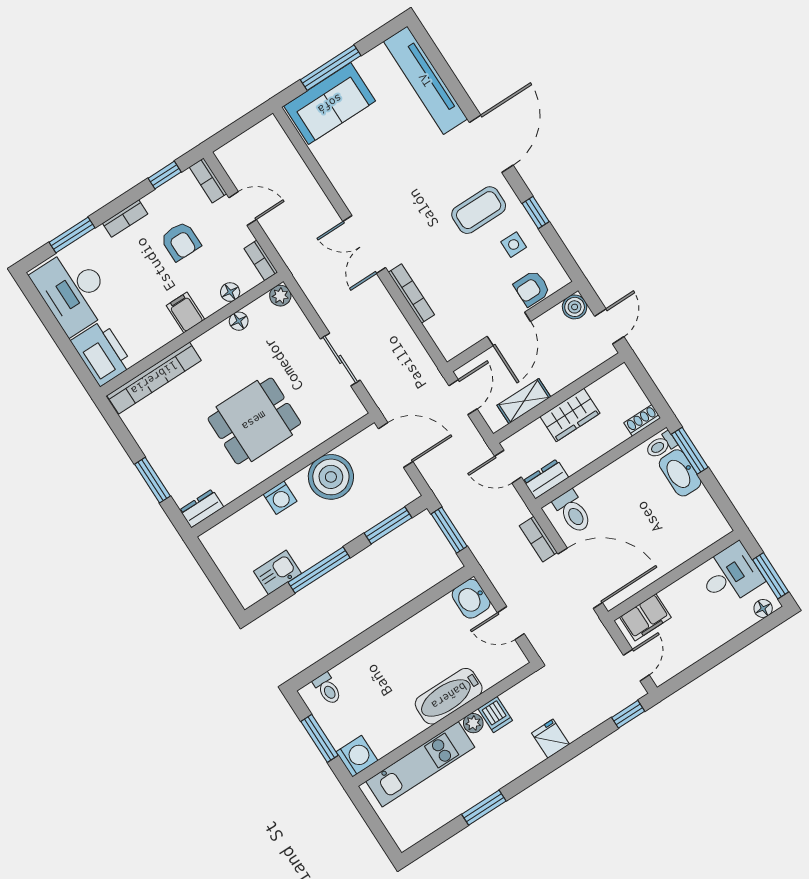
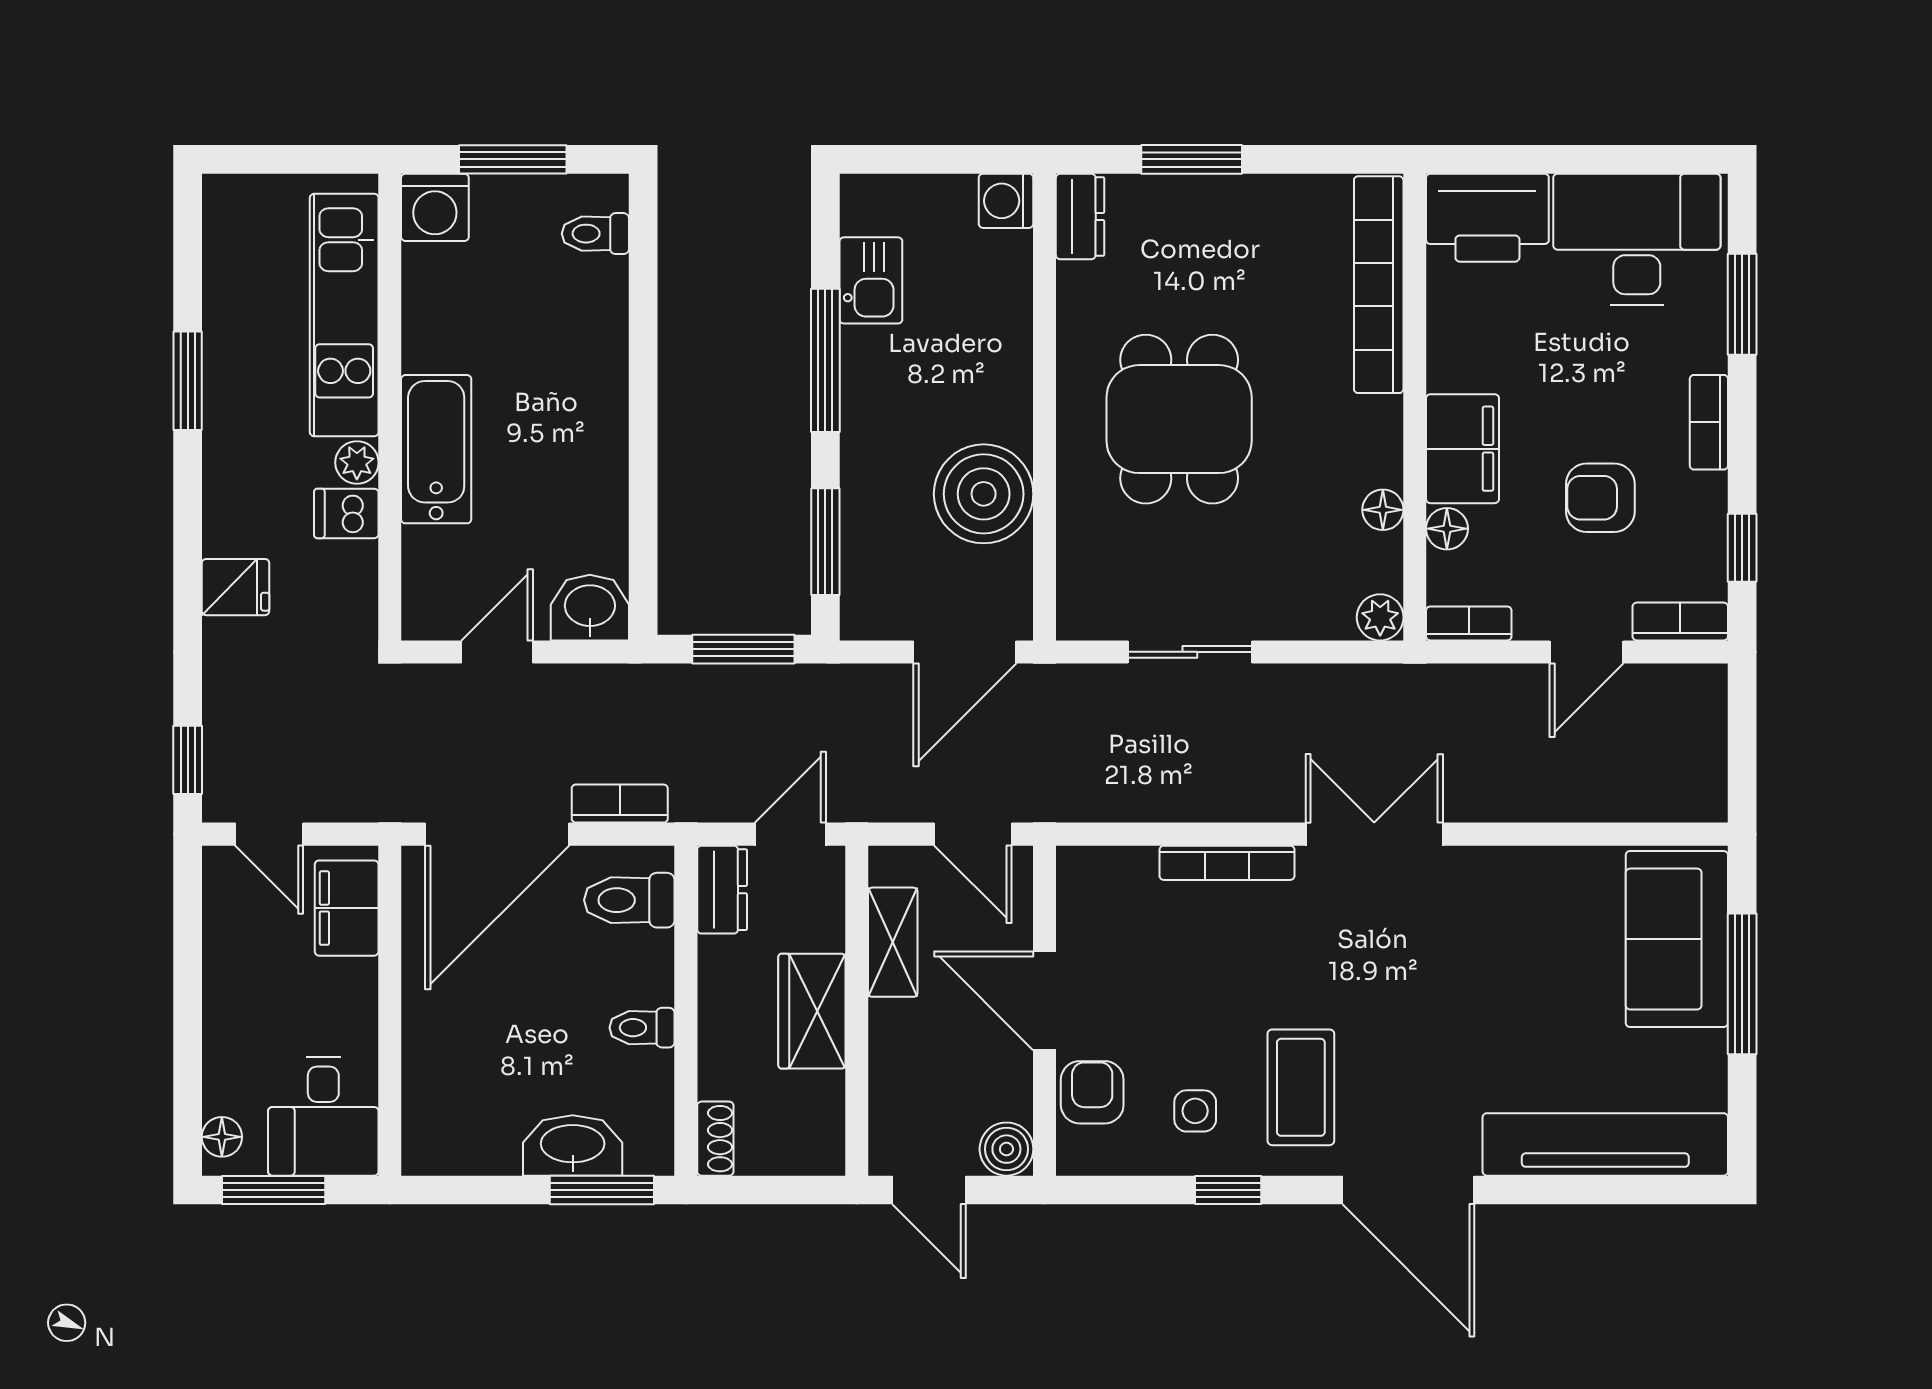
filing cabinet: (185, 313) -> (1462, 449), width x2.00
toilet: (661, 445) -> (642, 1028), moved, turned -90
washing machine: (280, 498) -> (1006, 201), moved

